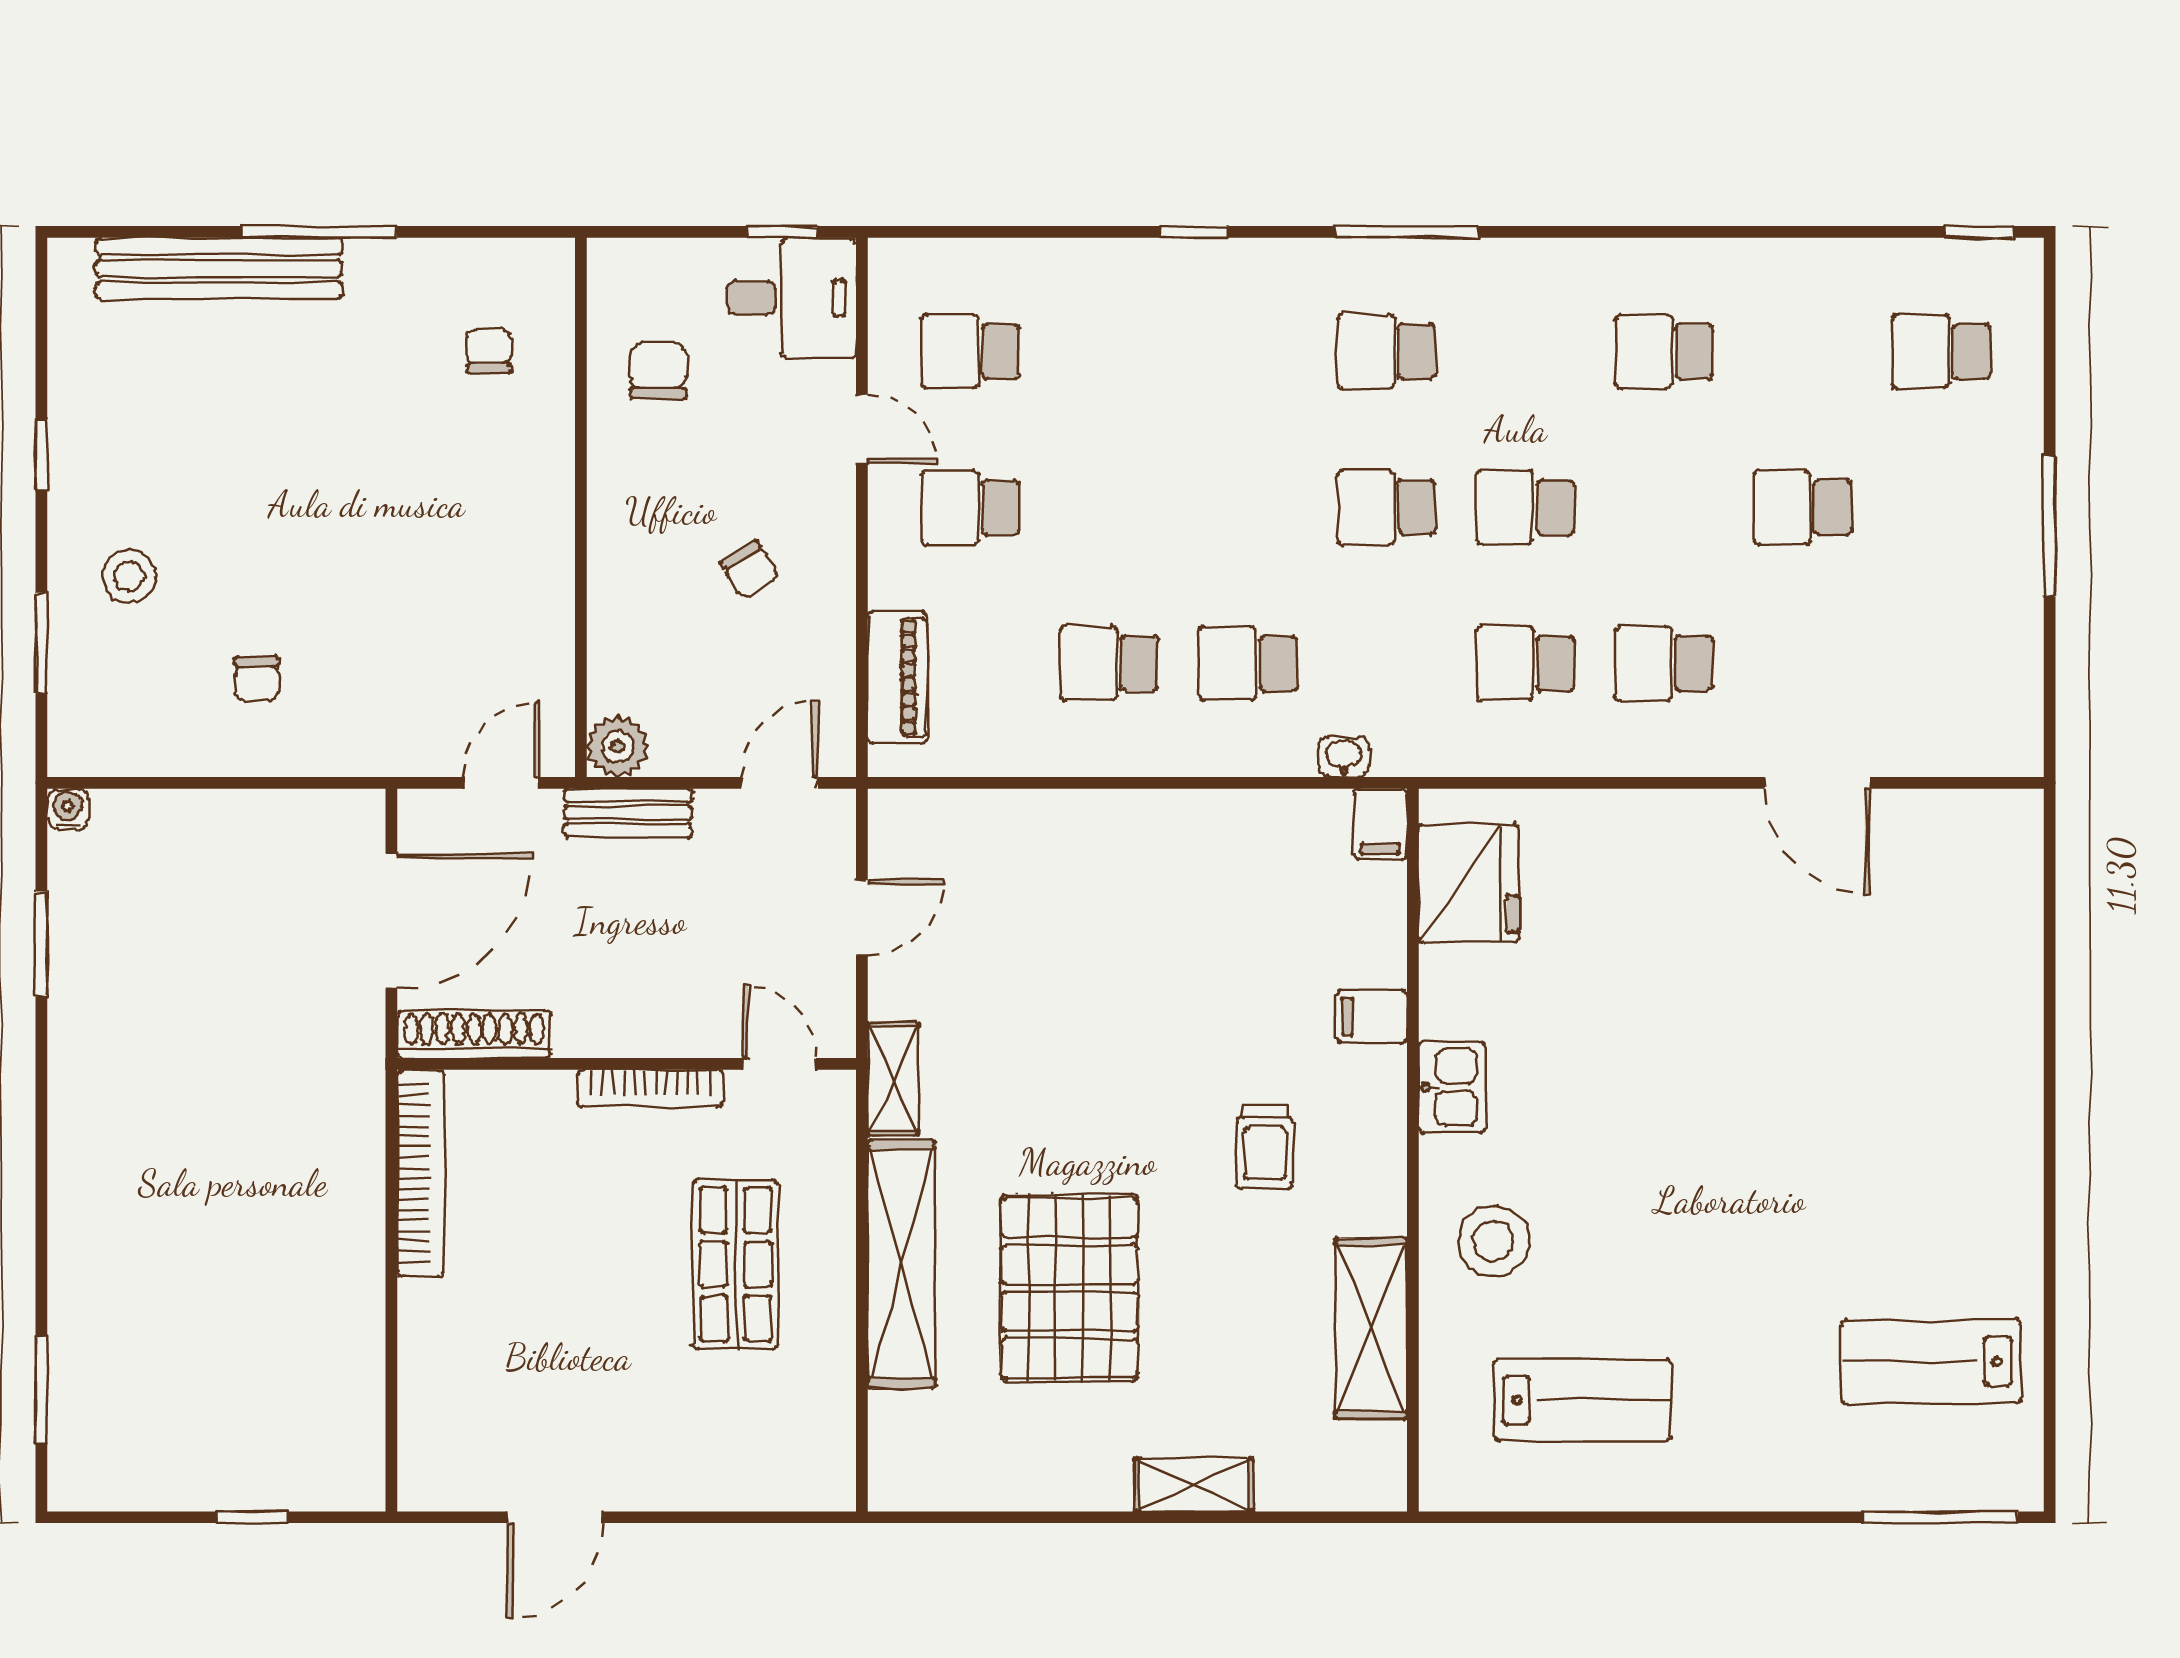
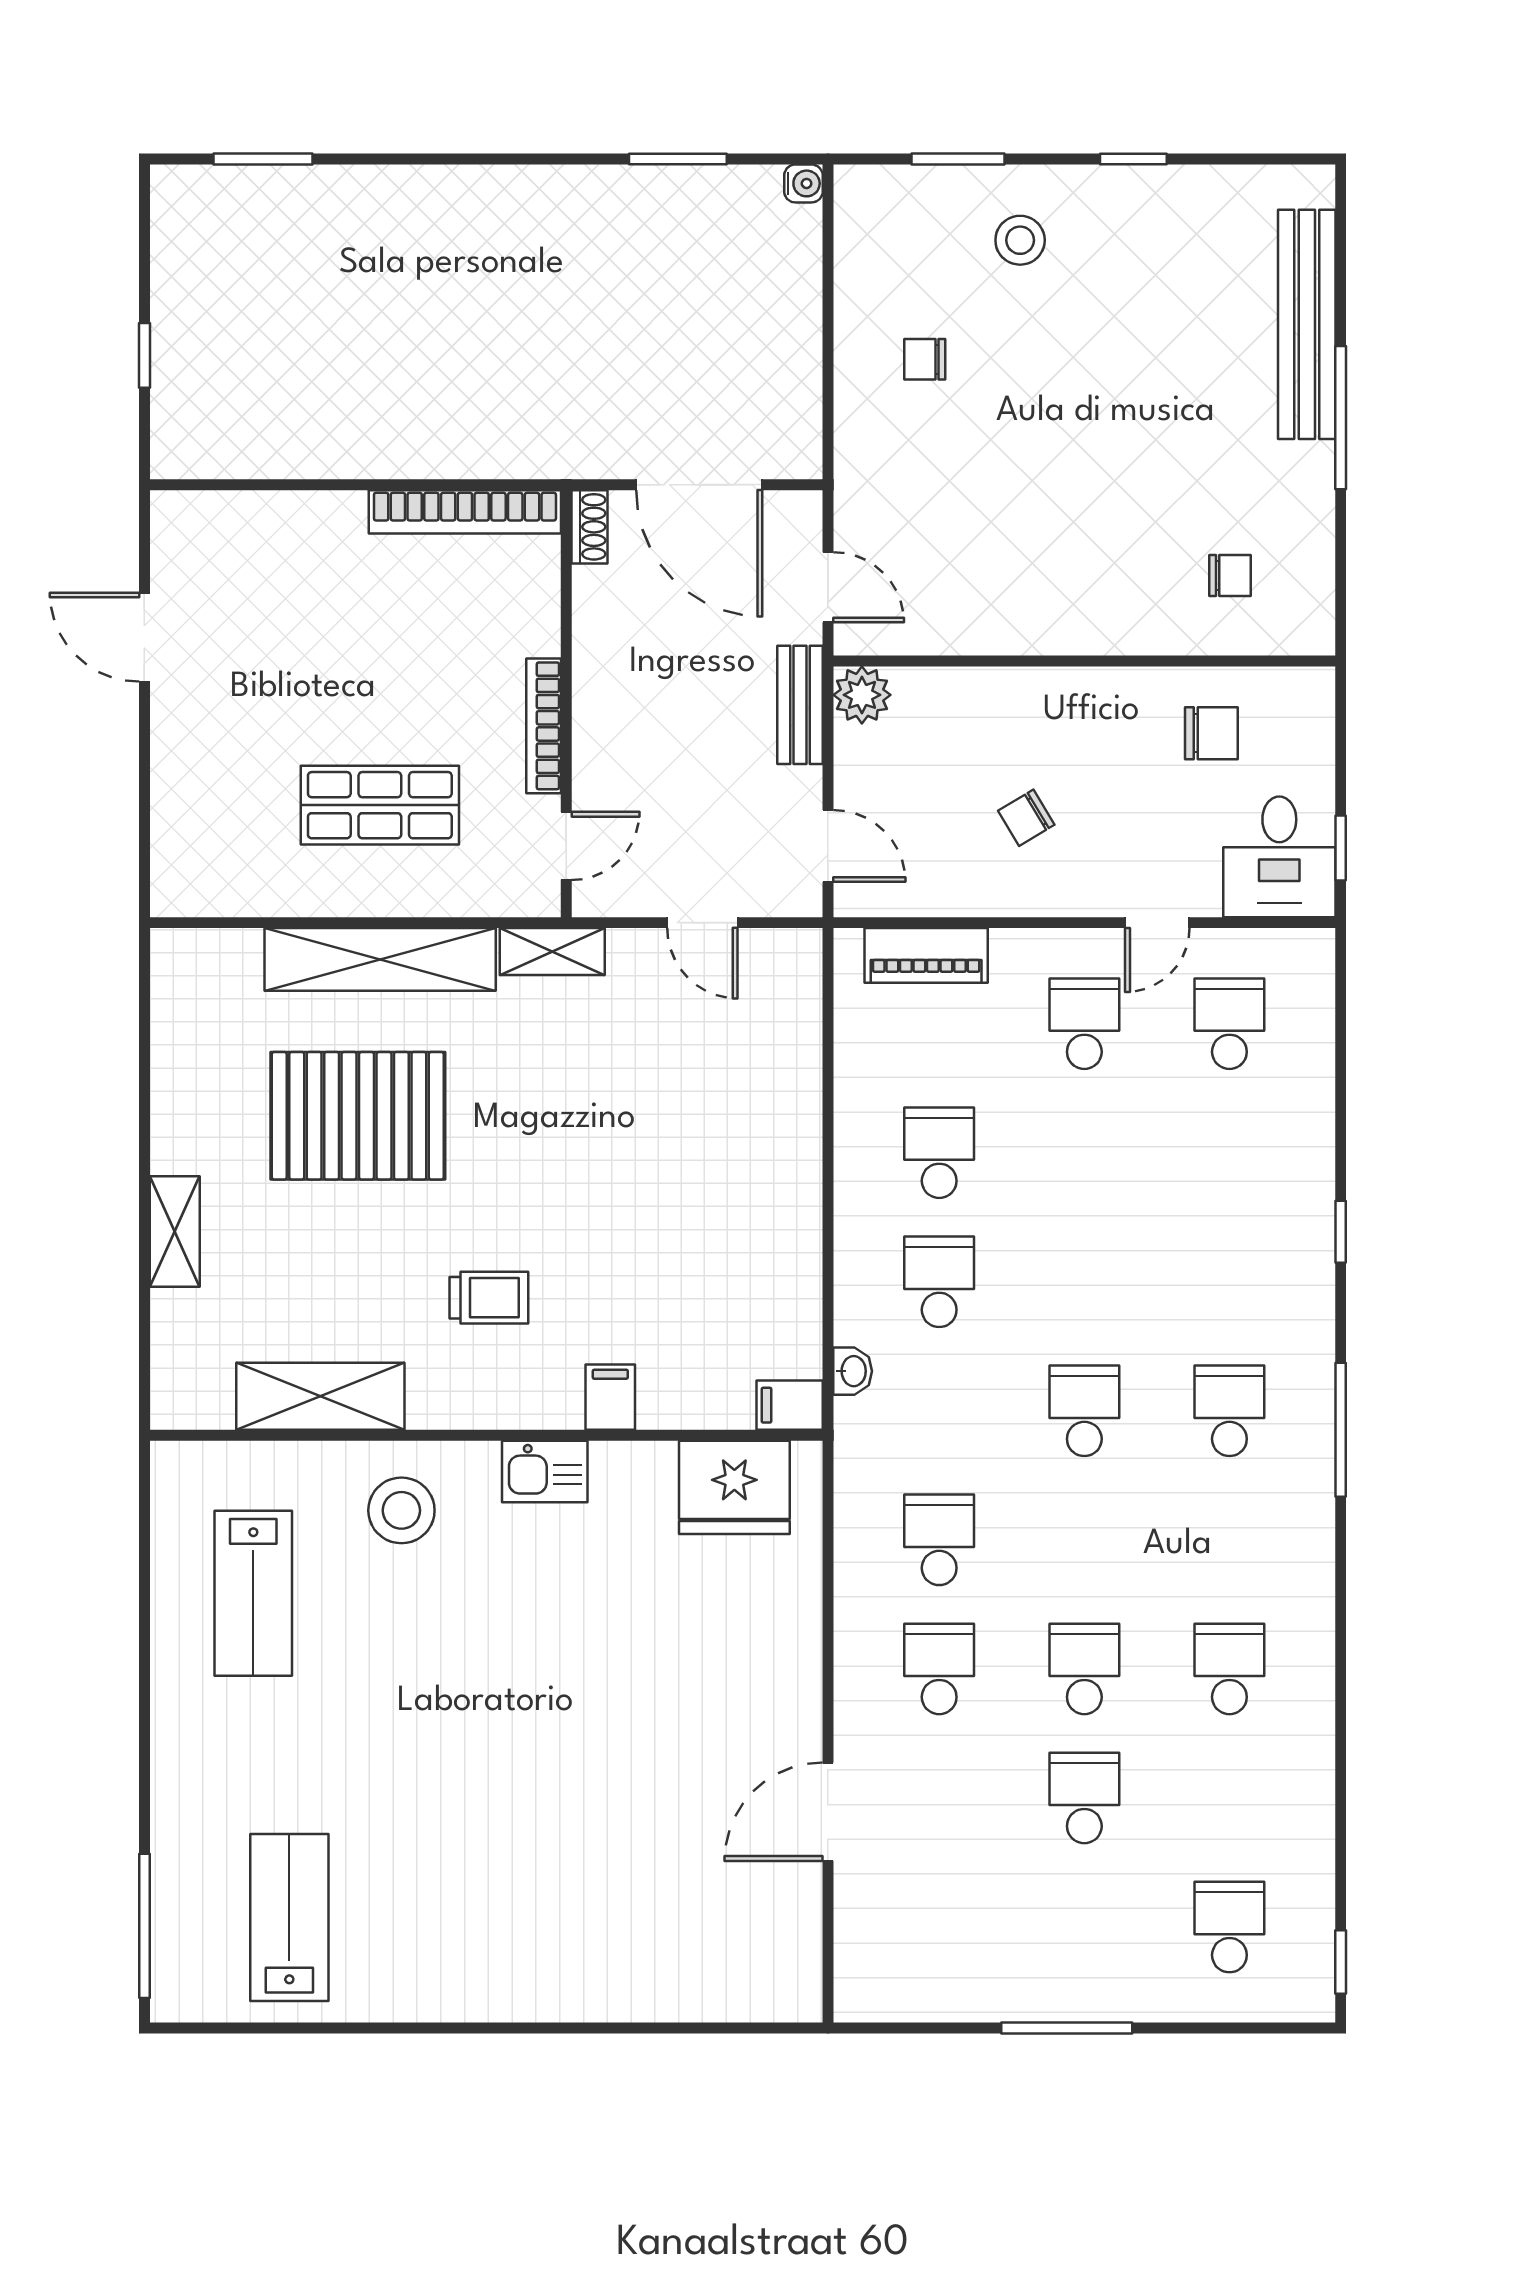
school desk: (1525, 507) -> (1084, 1669), moved
shoe rack: (474, 1035) -> (590, 527), width x0.51, depth x0.81
trolley: (1265, 1147) -> (489, 1298), turned 180

